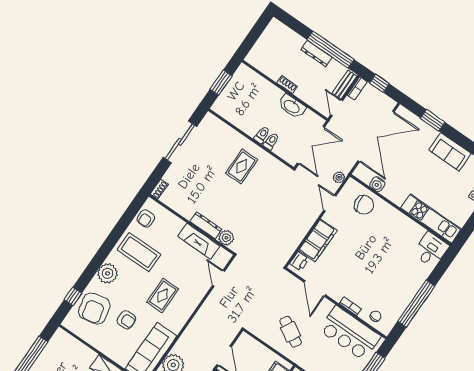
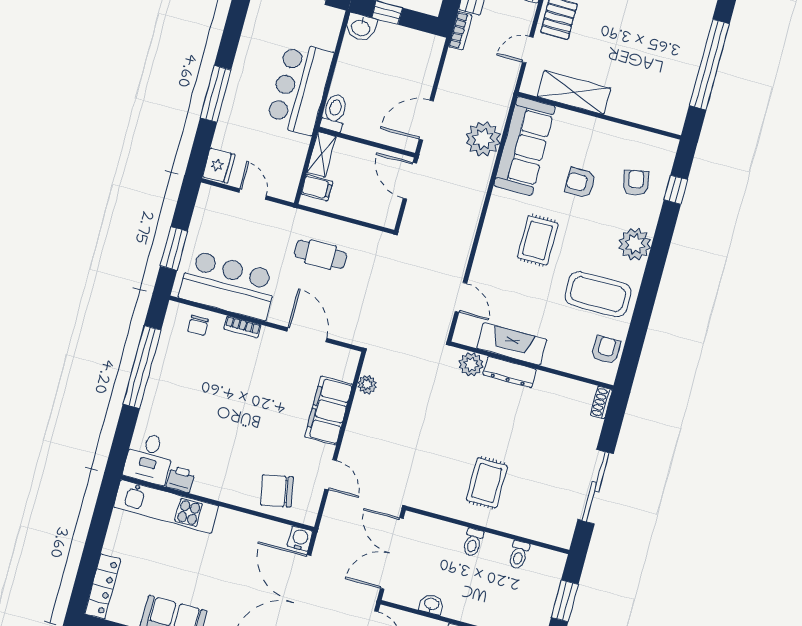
washbasin: (292, 106) -> (432, 604), width x0.52, depth x0.69
toilet: (271, 141) -> (519, 555), moved
plant: (339, 177) -> (367, 385), moved
water cooler: (377, 184) -> (300, 539), moved
printer: (299, 261) -> (180, 479), moved, turned 90
armchair: (94, 309) -> (636, 183), width x0.53, depth x0.53
cafe table: (291, 332) -> (320, 255), turned -30

